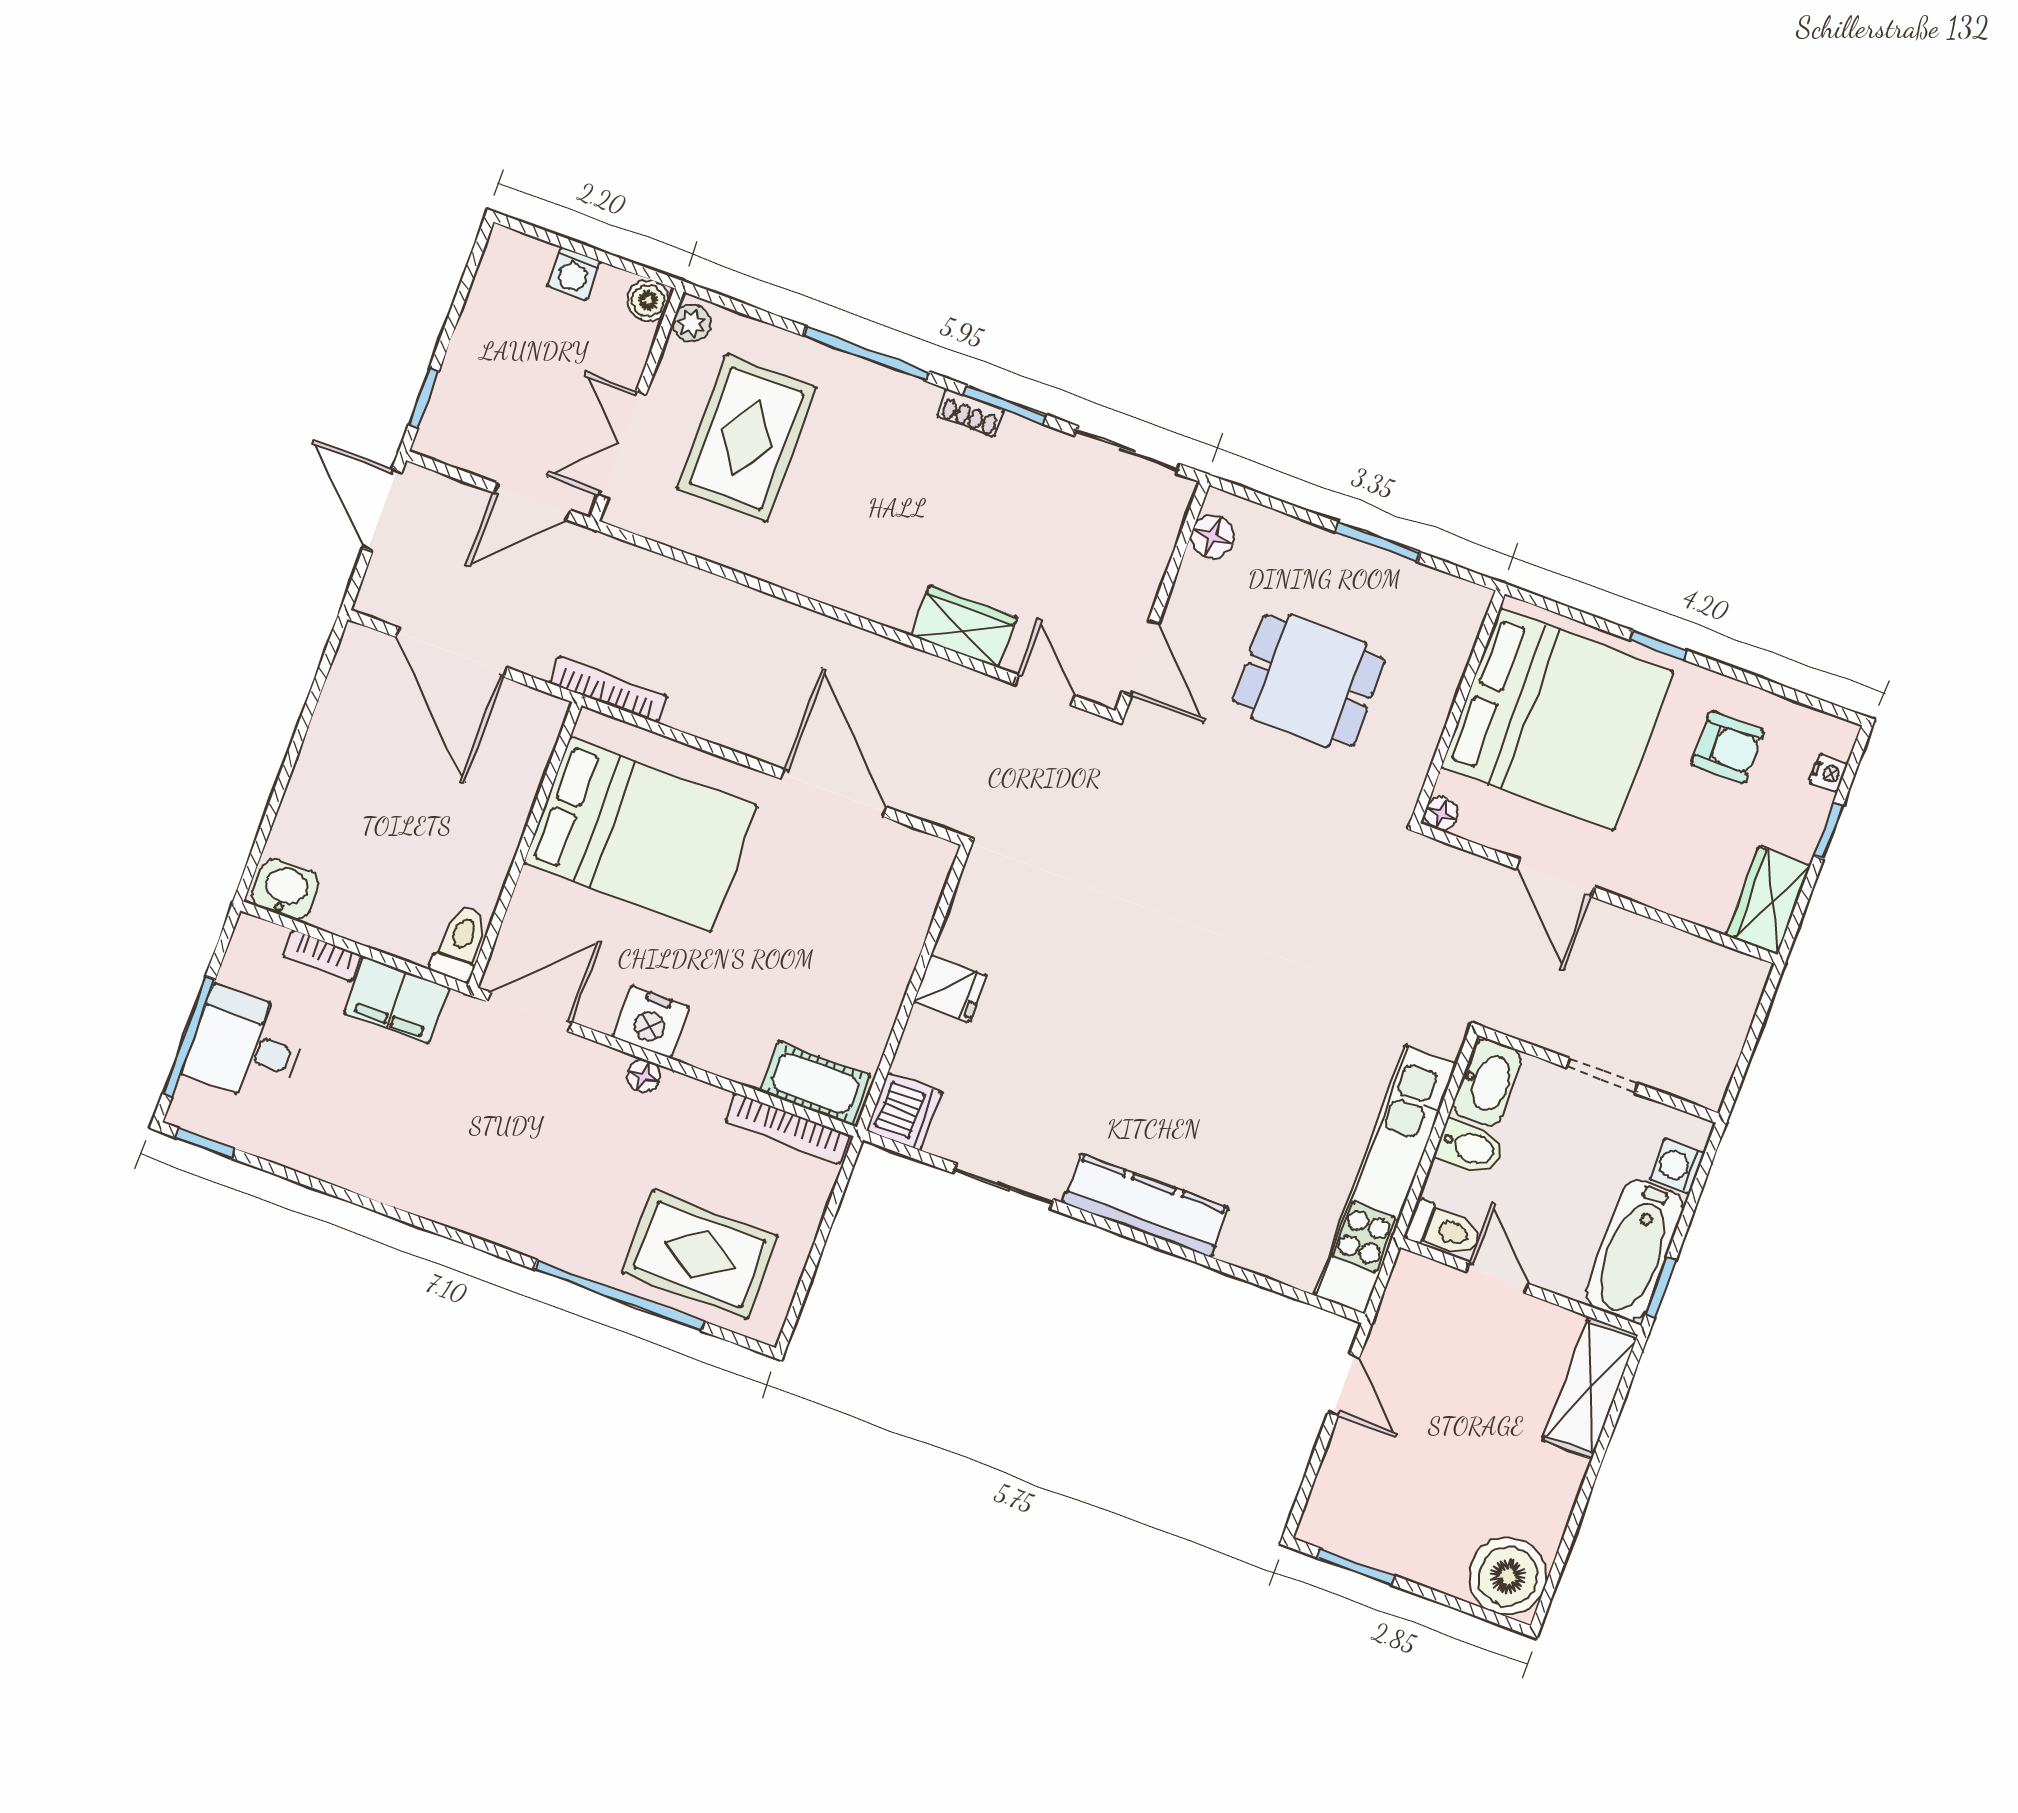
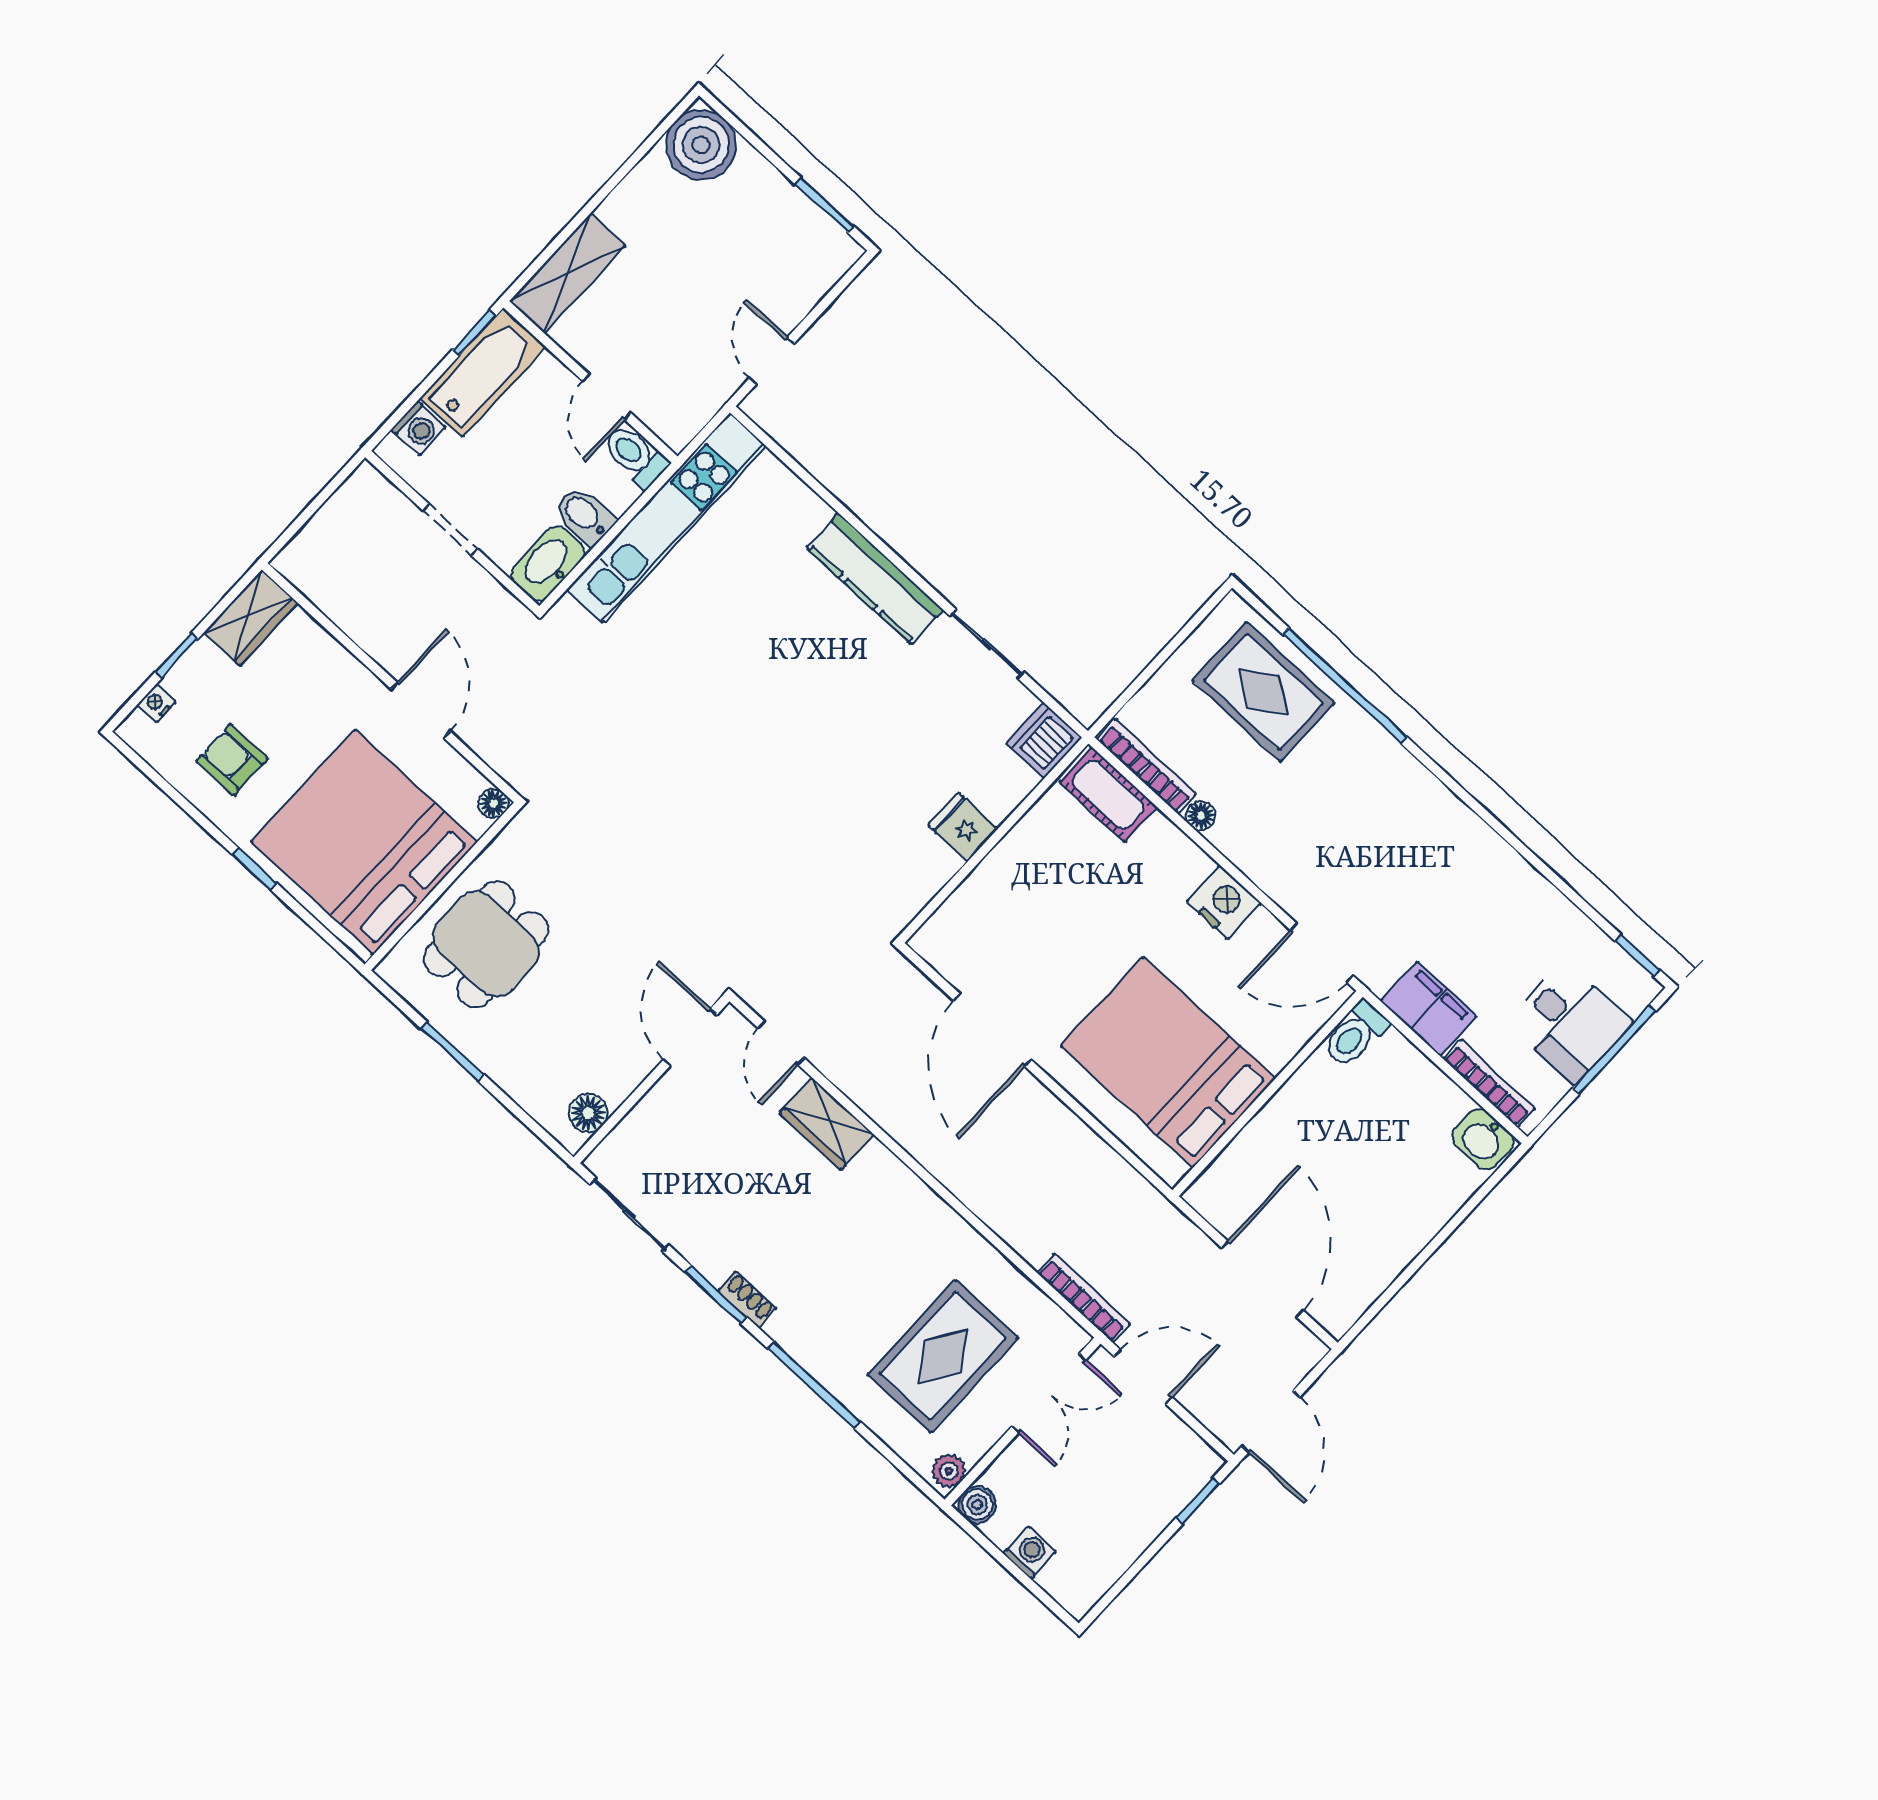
dining table: (1309, 681) -> (486, 944), moved, turned 90
bookcase: (608, 689) -> (1083, 1298), moved, turned 180
bookcase: (322, 956) -> (1489, 1084), width x1.56
floor lamp: (643, 1076) -> (1201, 816), moved

